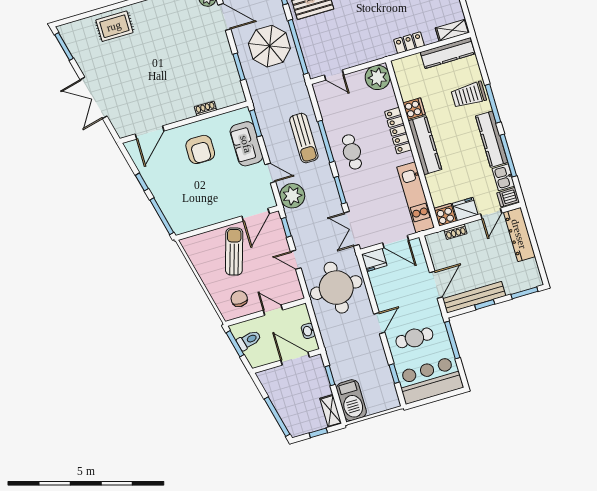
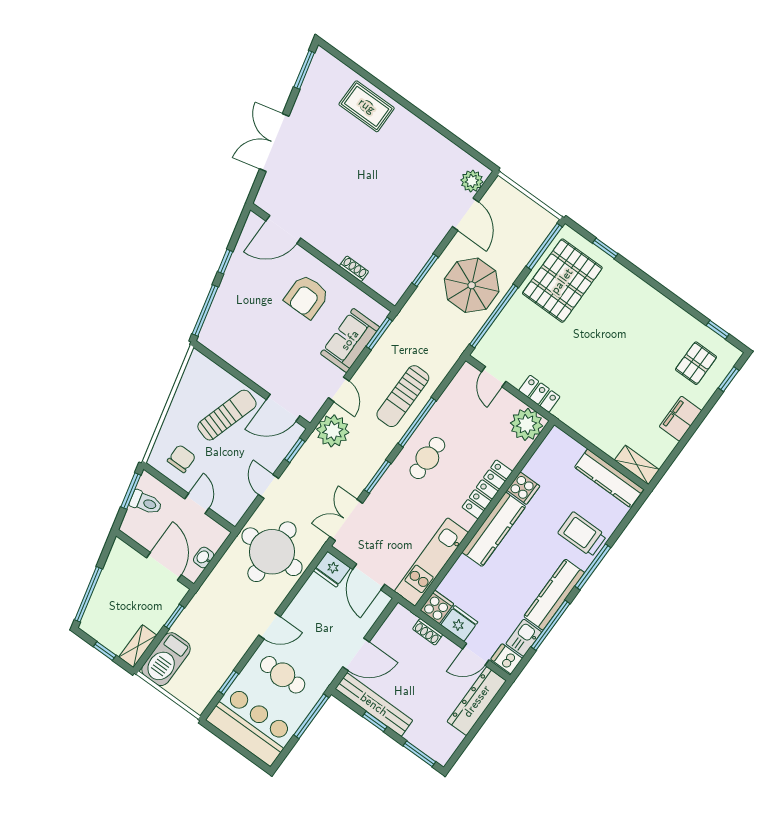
locker: (409, 43) -> (539, 394), moved

